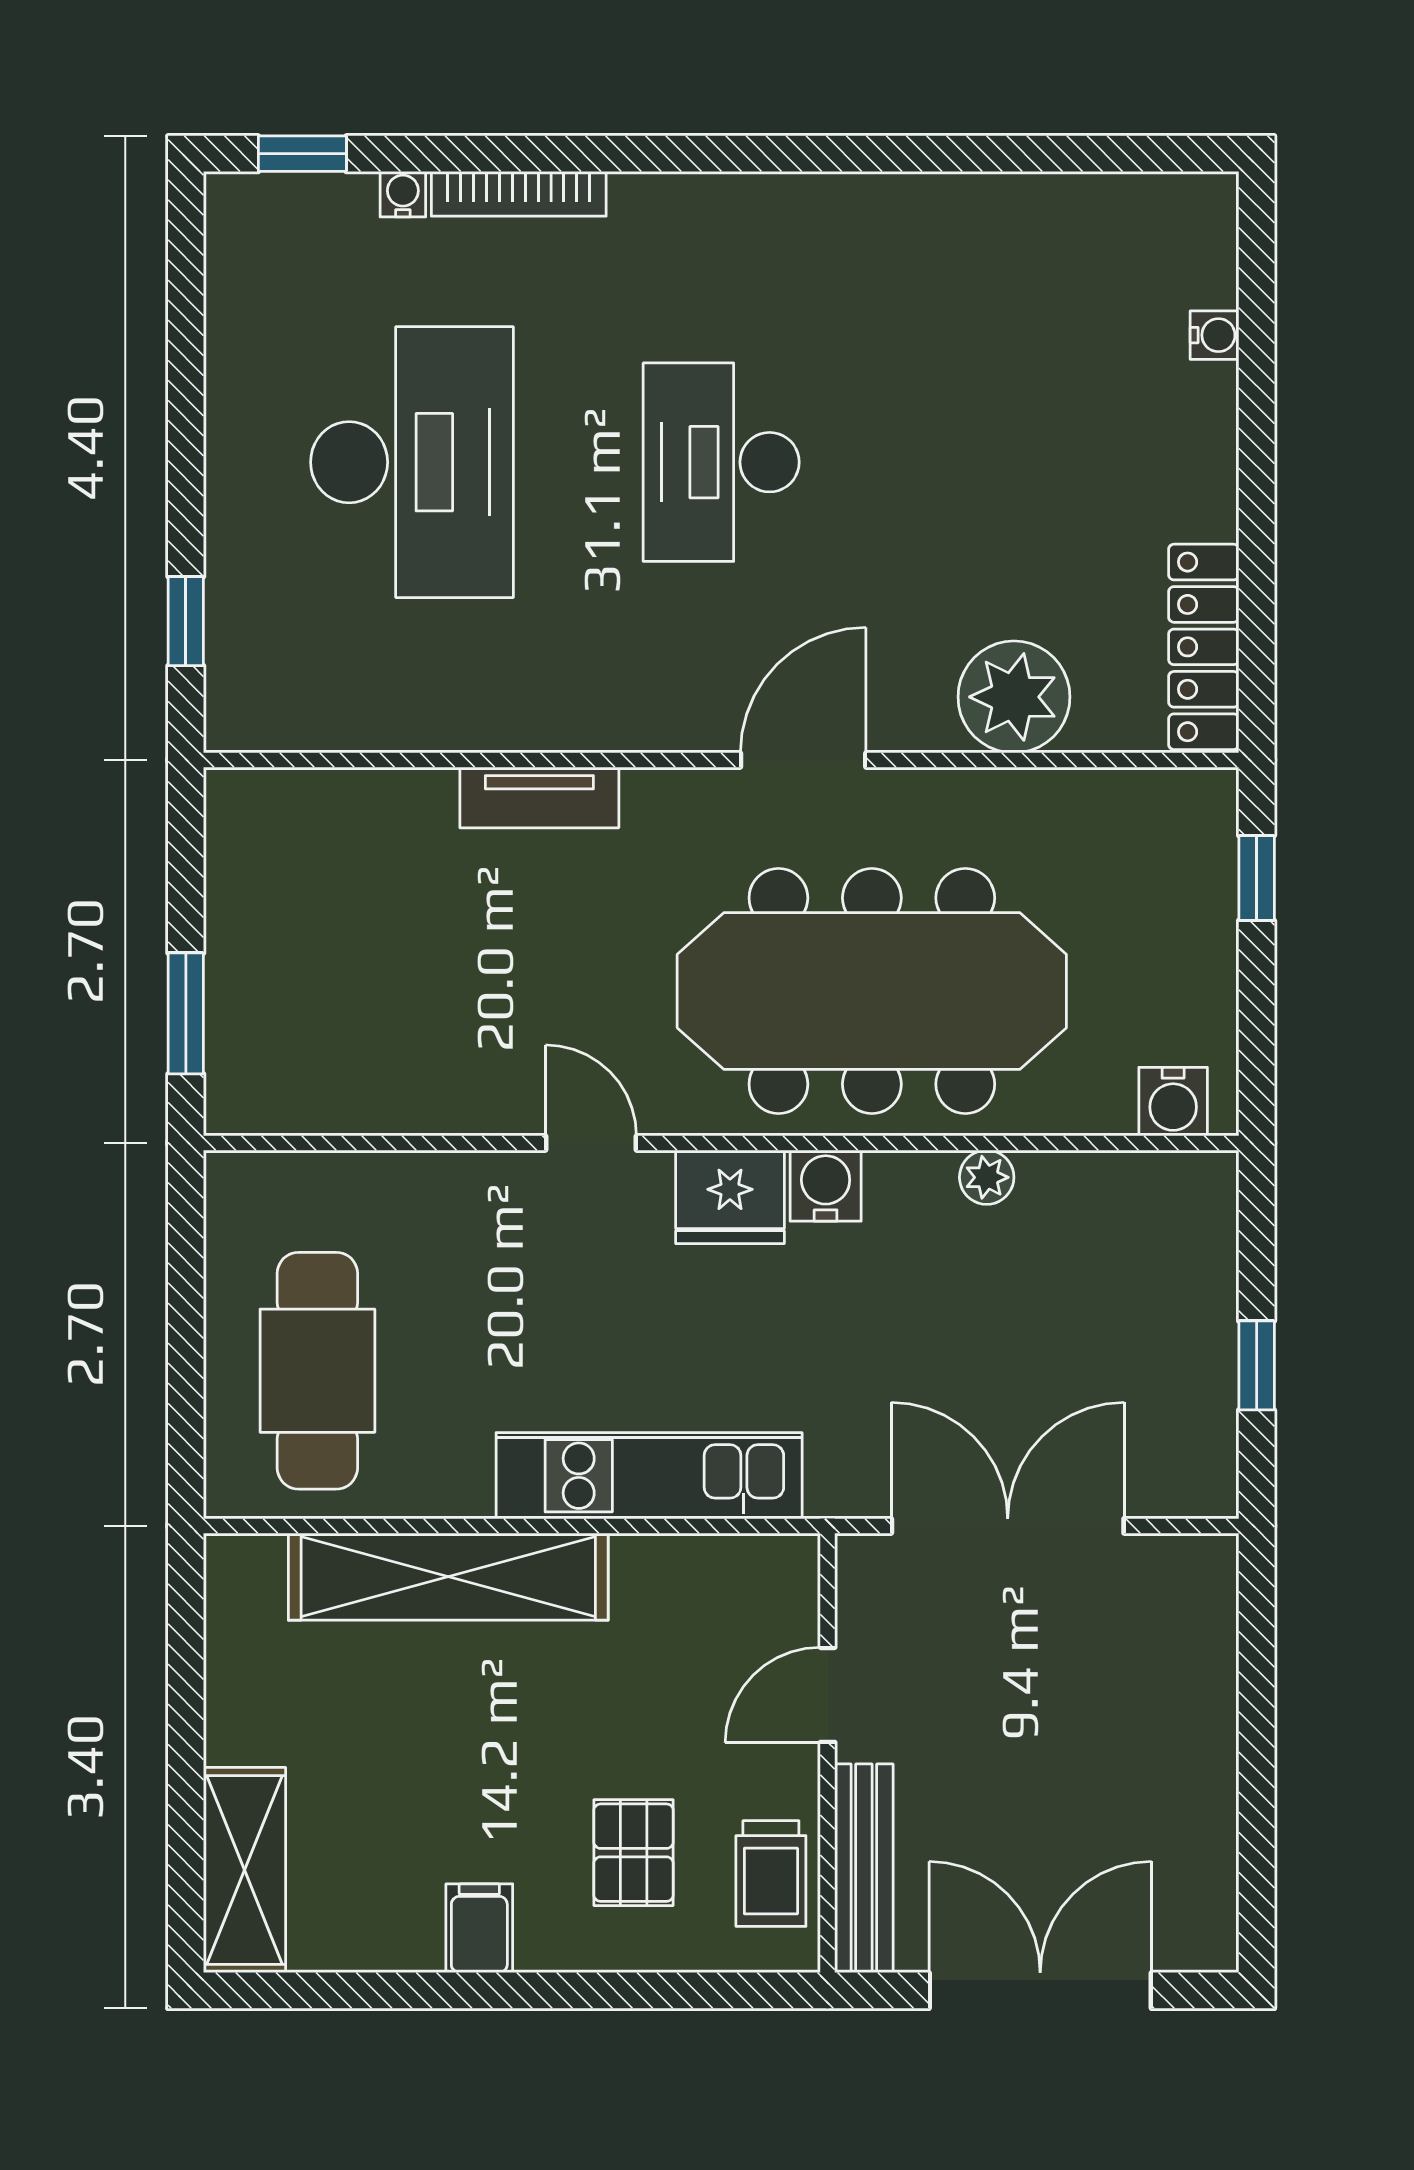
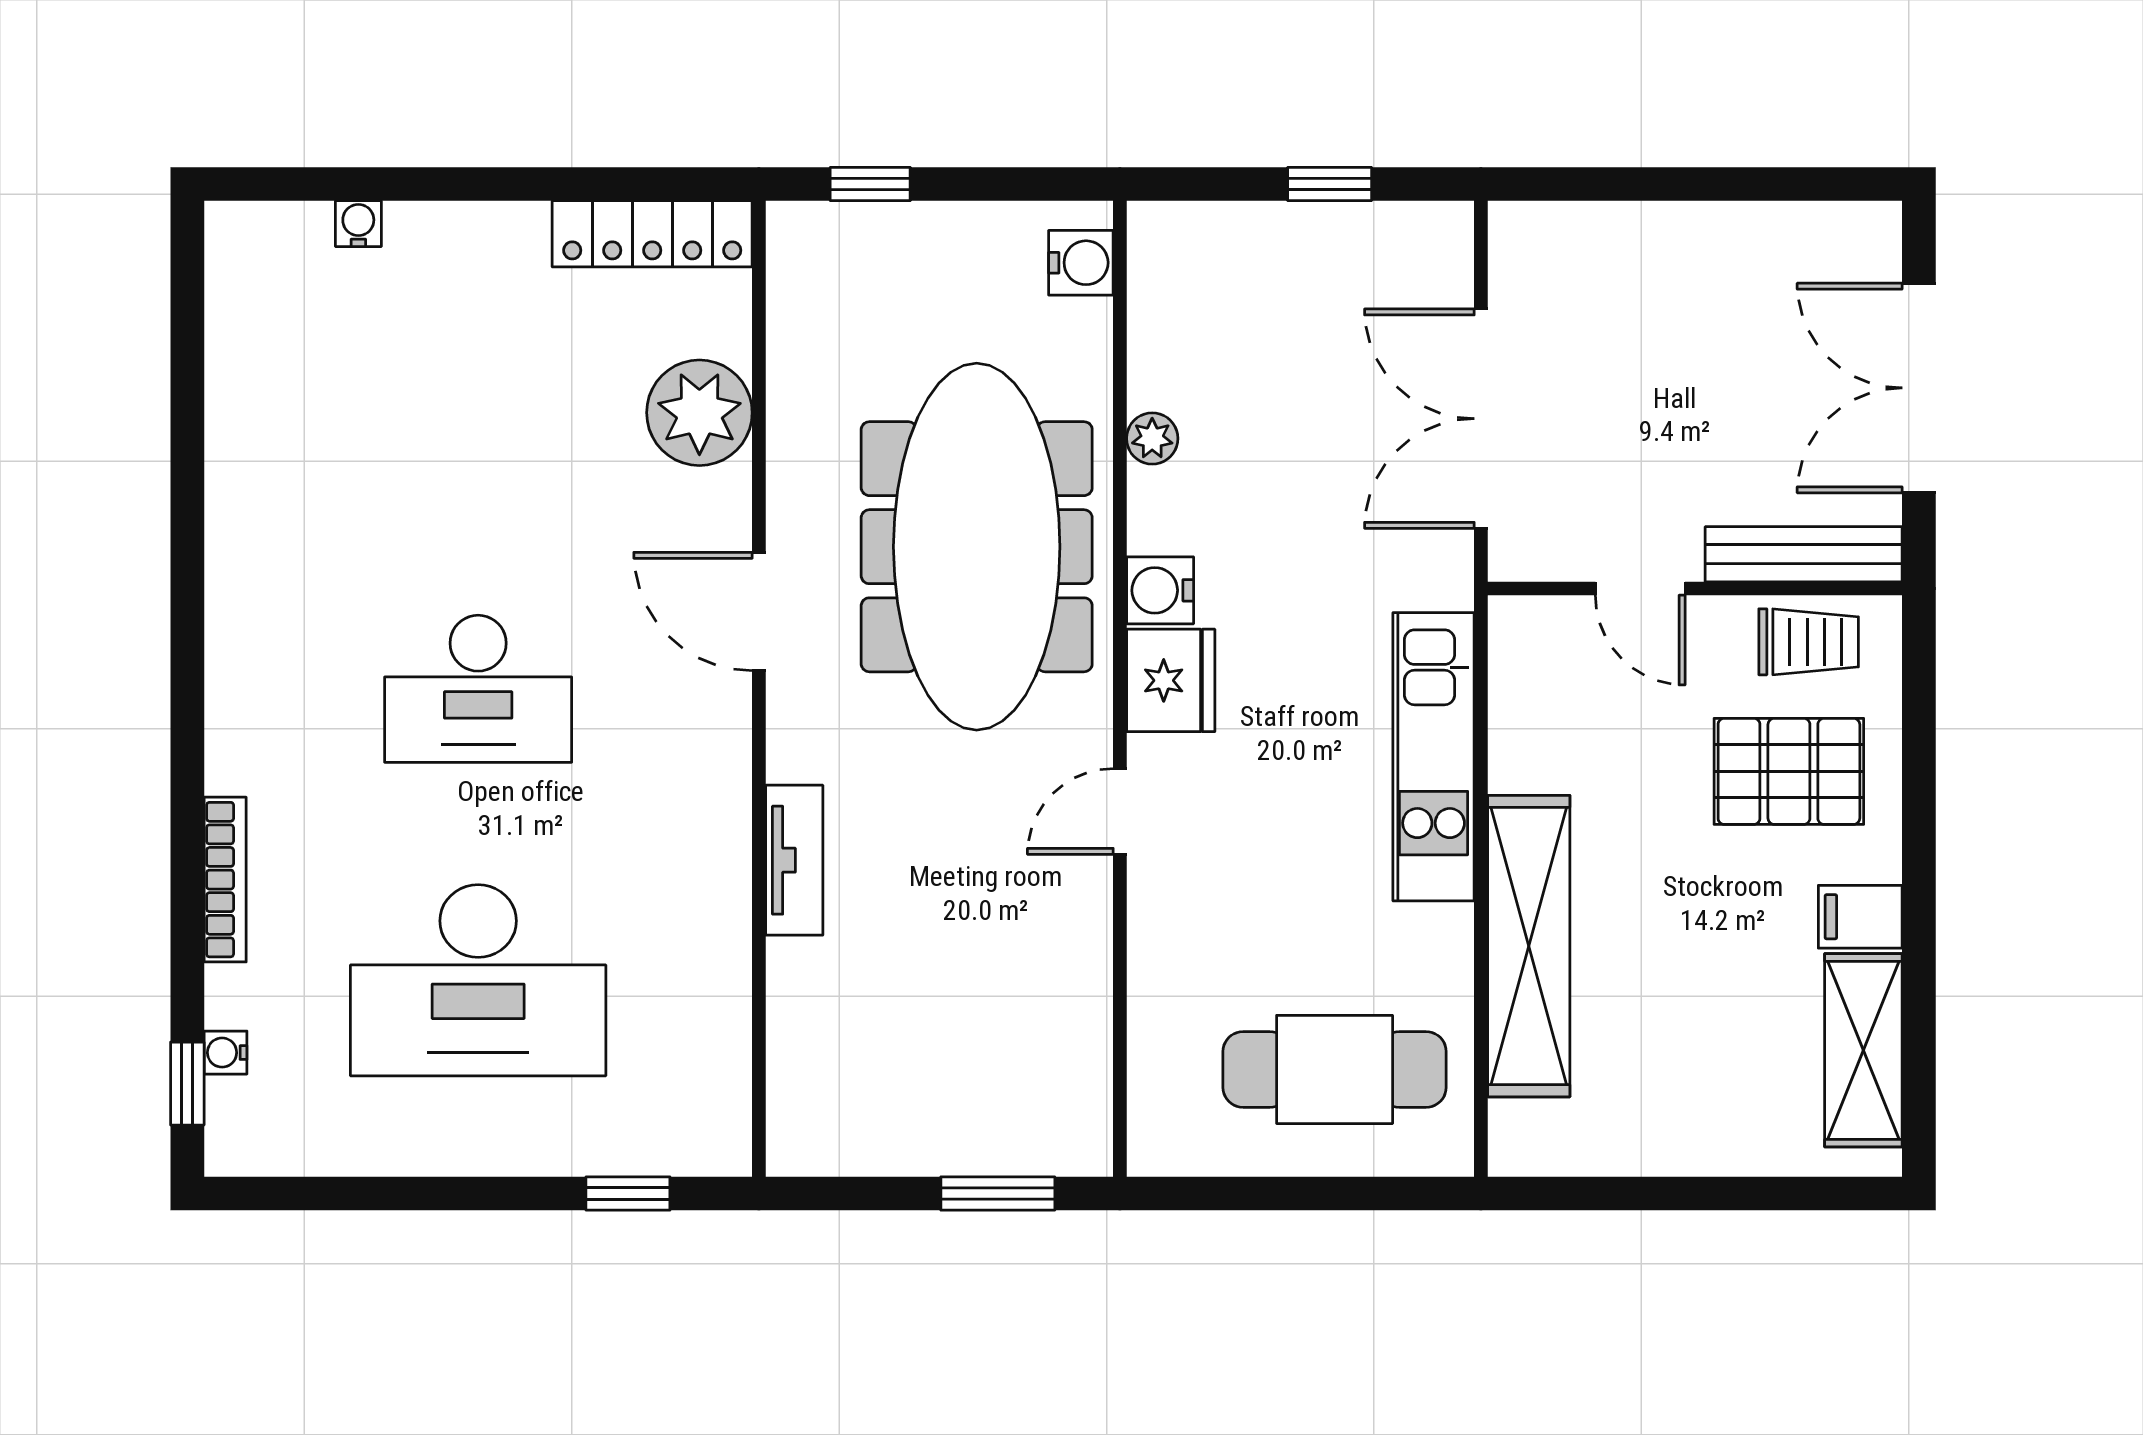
water cooler: (403, 194) -> (225, 1053), moved
desk: (412, 462) -> (478, 980), turned 180
pallet: (634, 1853) -> (1789, 771), width x1.50, depth x1.42
shelving: (245, 1870) -> (1863, 1050), moved, turned 90

